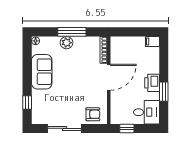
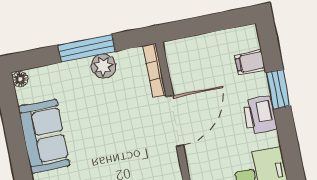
filing cabinet: (152, 42) -> (250, 62), moved
plant: (67, 43) -> (103, 66), moved
window: (164, 92) -> (278, 89), moved

